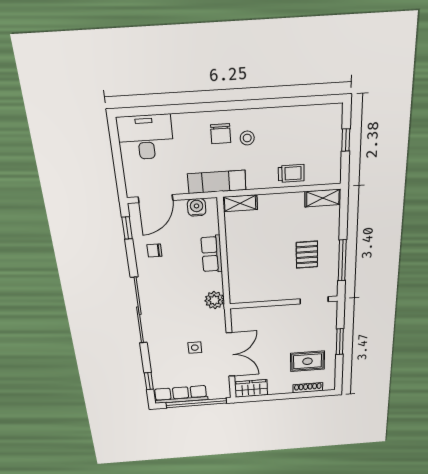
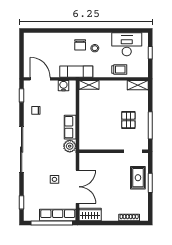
desk: (145, 137) -> (127, 44), moved
door: (156, 199) -> (40, 79), swing flipped
row of seats: (212, 254) -> (70, 127), moved
rug: (307, 361) -> (138, 178), moved, turned 90
row of seats: (181, 394) -> (58, 215), moved

